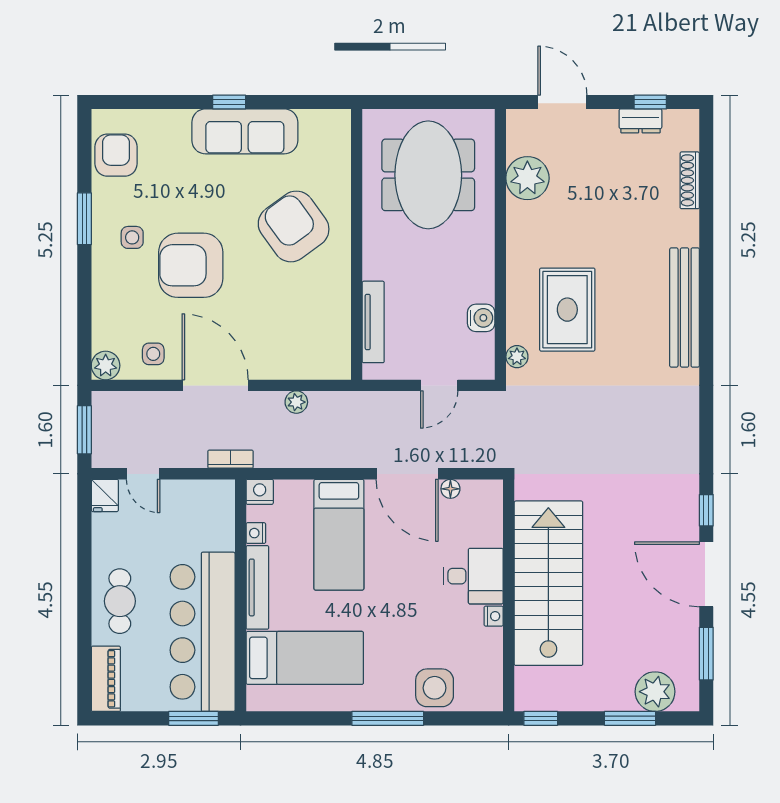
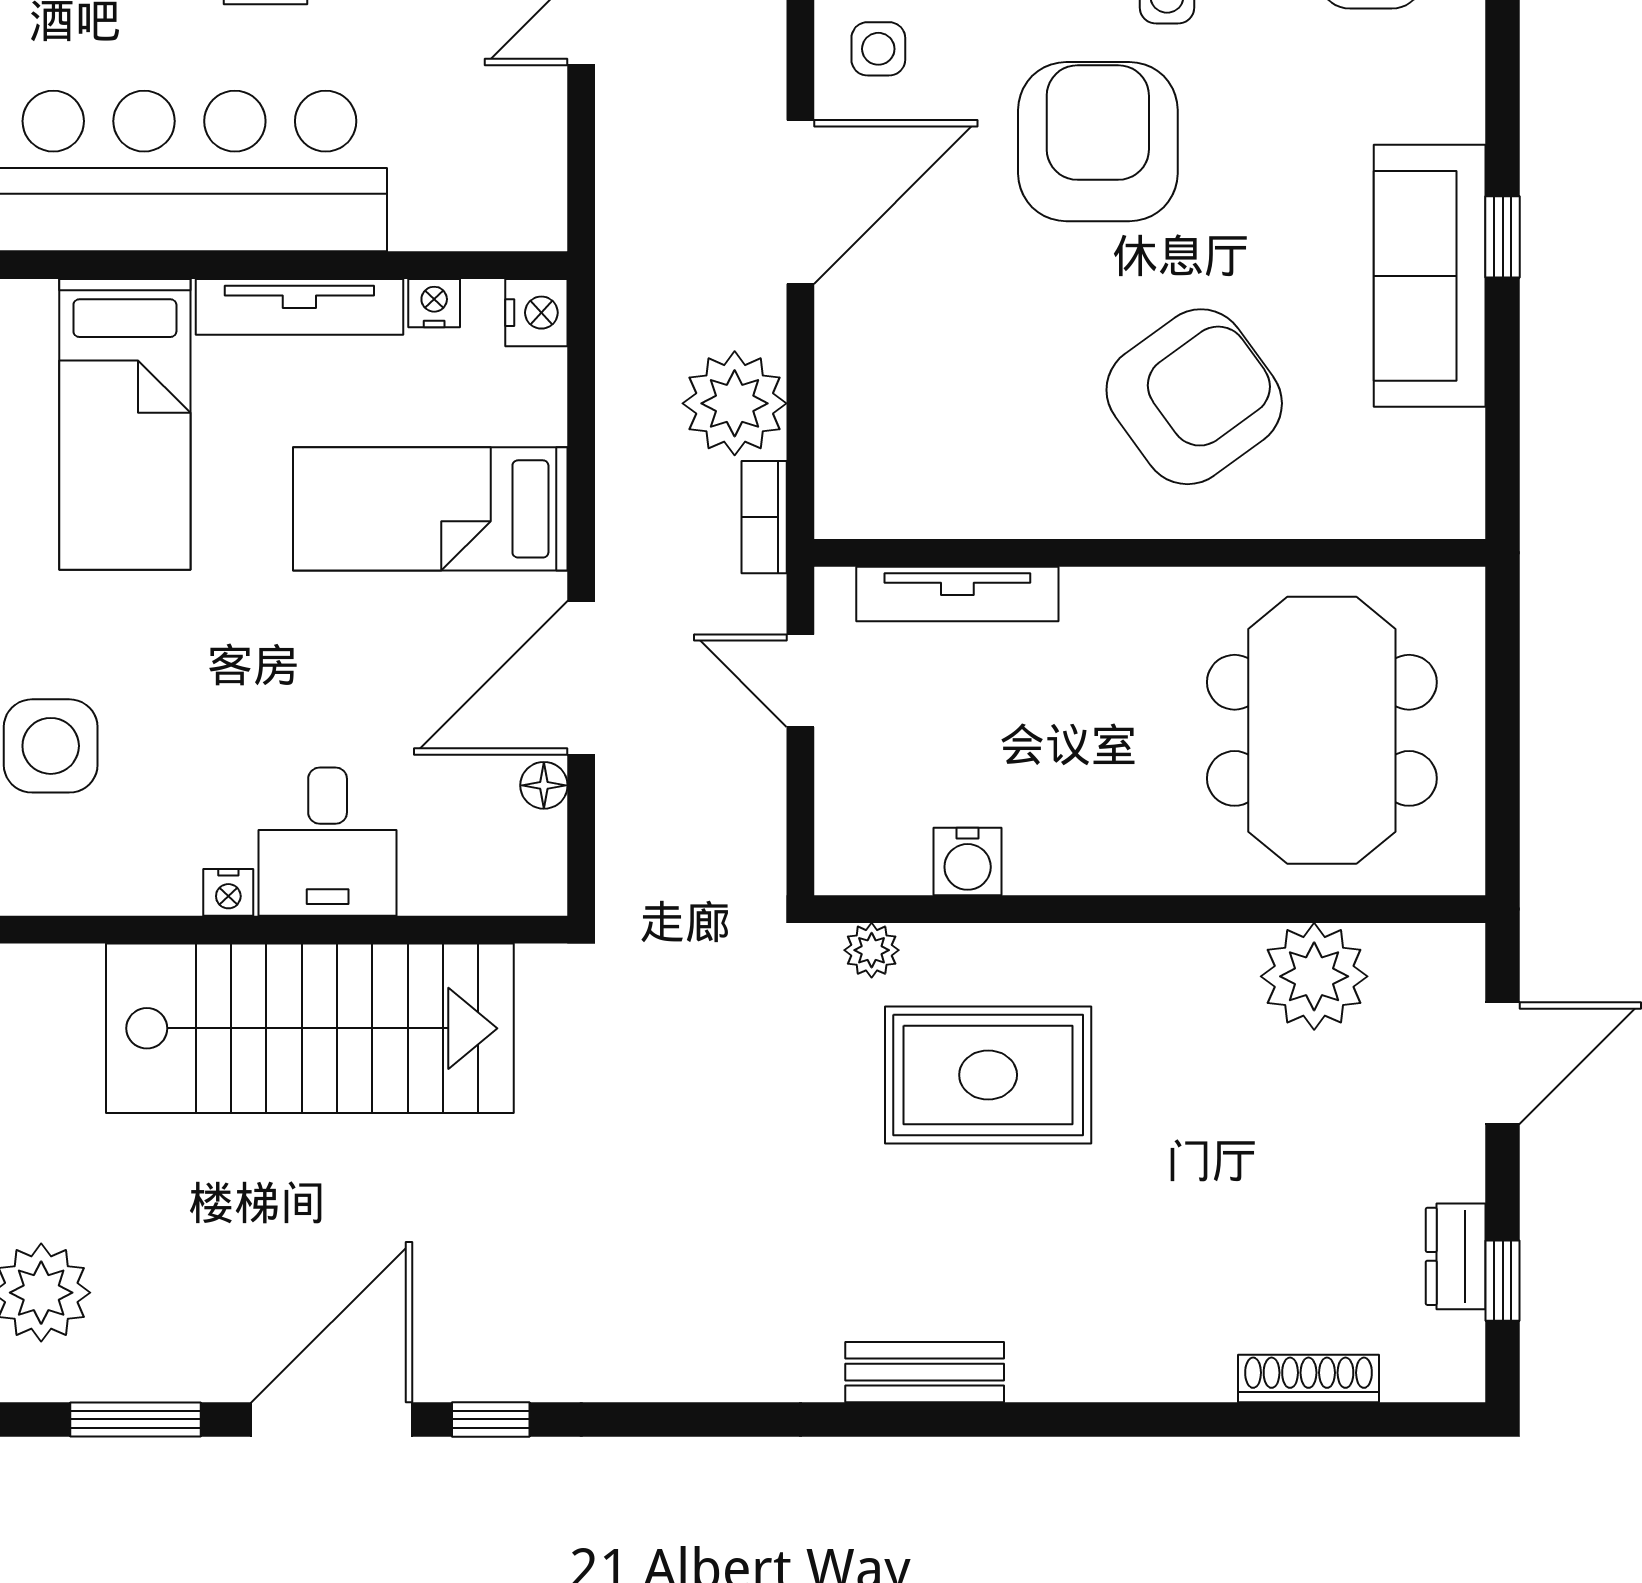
meeting table: (428, 175) -> (1322, 730), turned 90
bench: (685, 308) -> (925, 1372), width x0.54, depth x0.82
door: (439, 385) -> (800, 681), moved
plant: (296, 402) -> (735, 403), width x1.87, depth x1.87
bookcase: (230, 459) -> (764, 517), moved, turned 180

